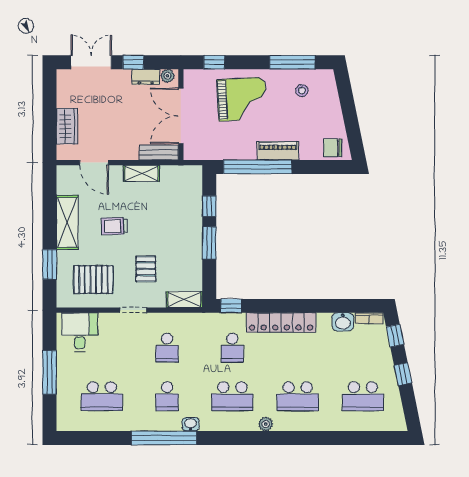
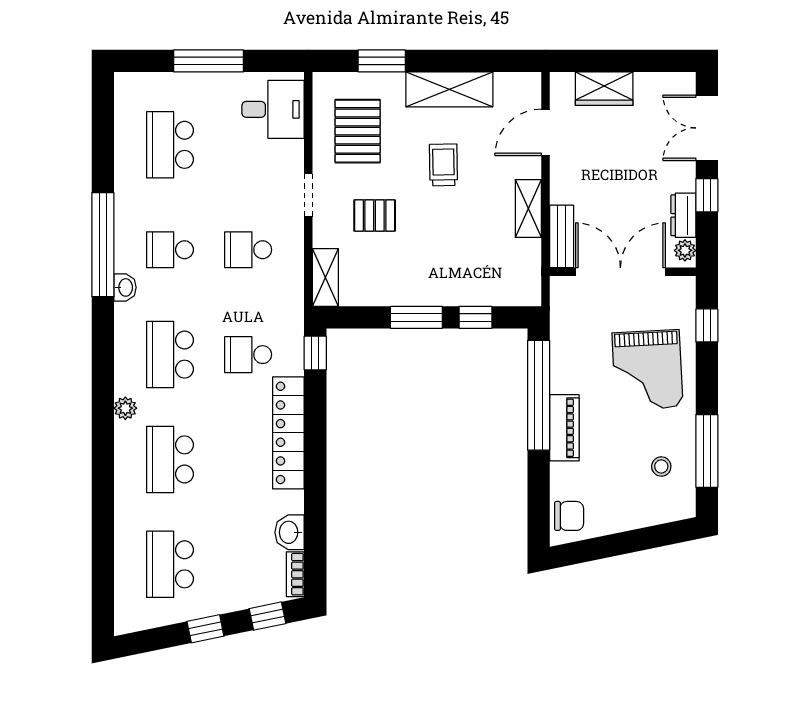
double door: (91, 62) -> (707, 128), swing flipped
chair: (333, 148) -> (569, 516), turned 90

